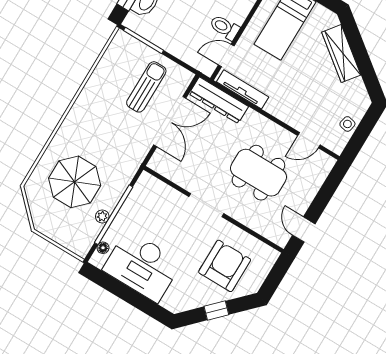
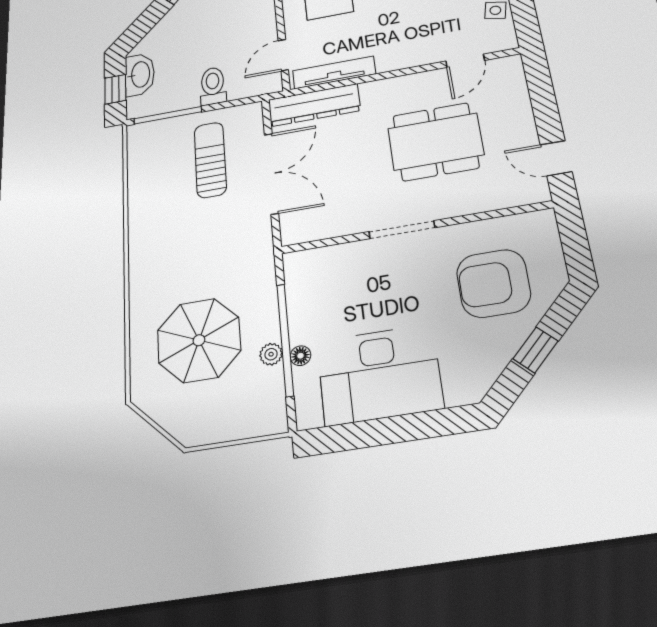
toilet: (224, 27) -> (213, 86), moved, turned 90
floor lamp: (103, 248) -> (300, 356), moved
armchair: (225, 266) -> (494, 283), turned -90

